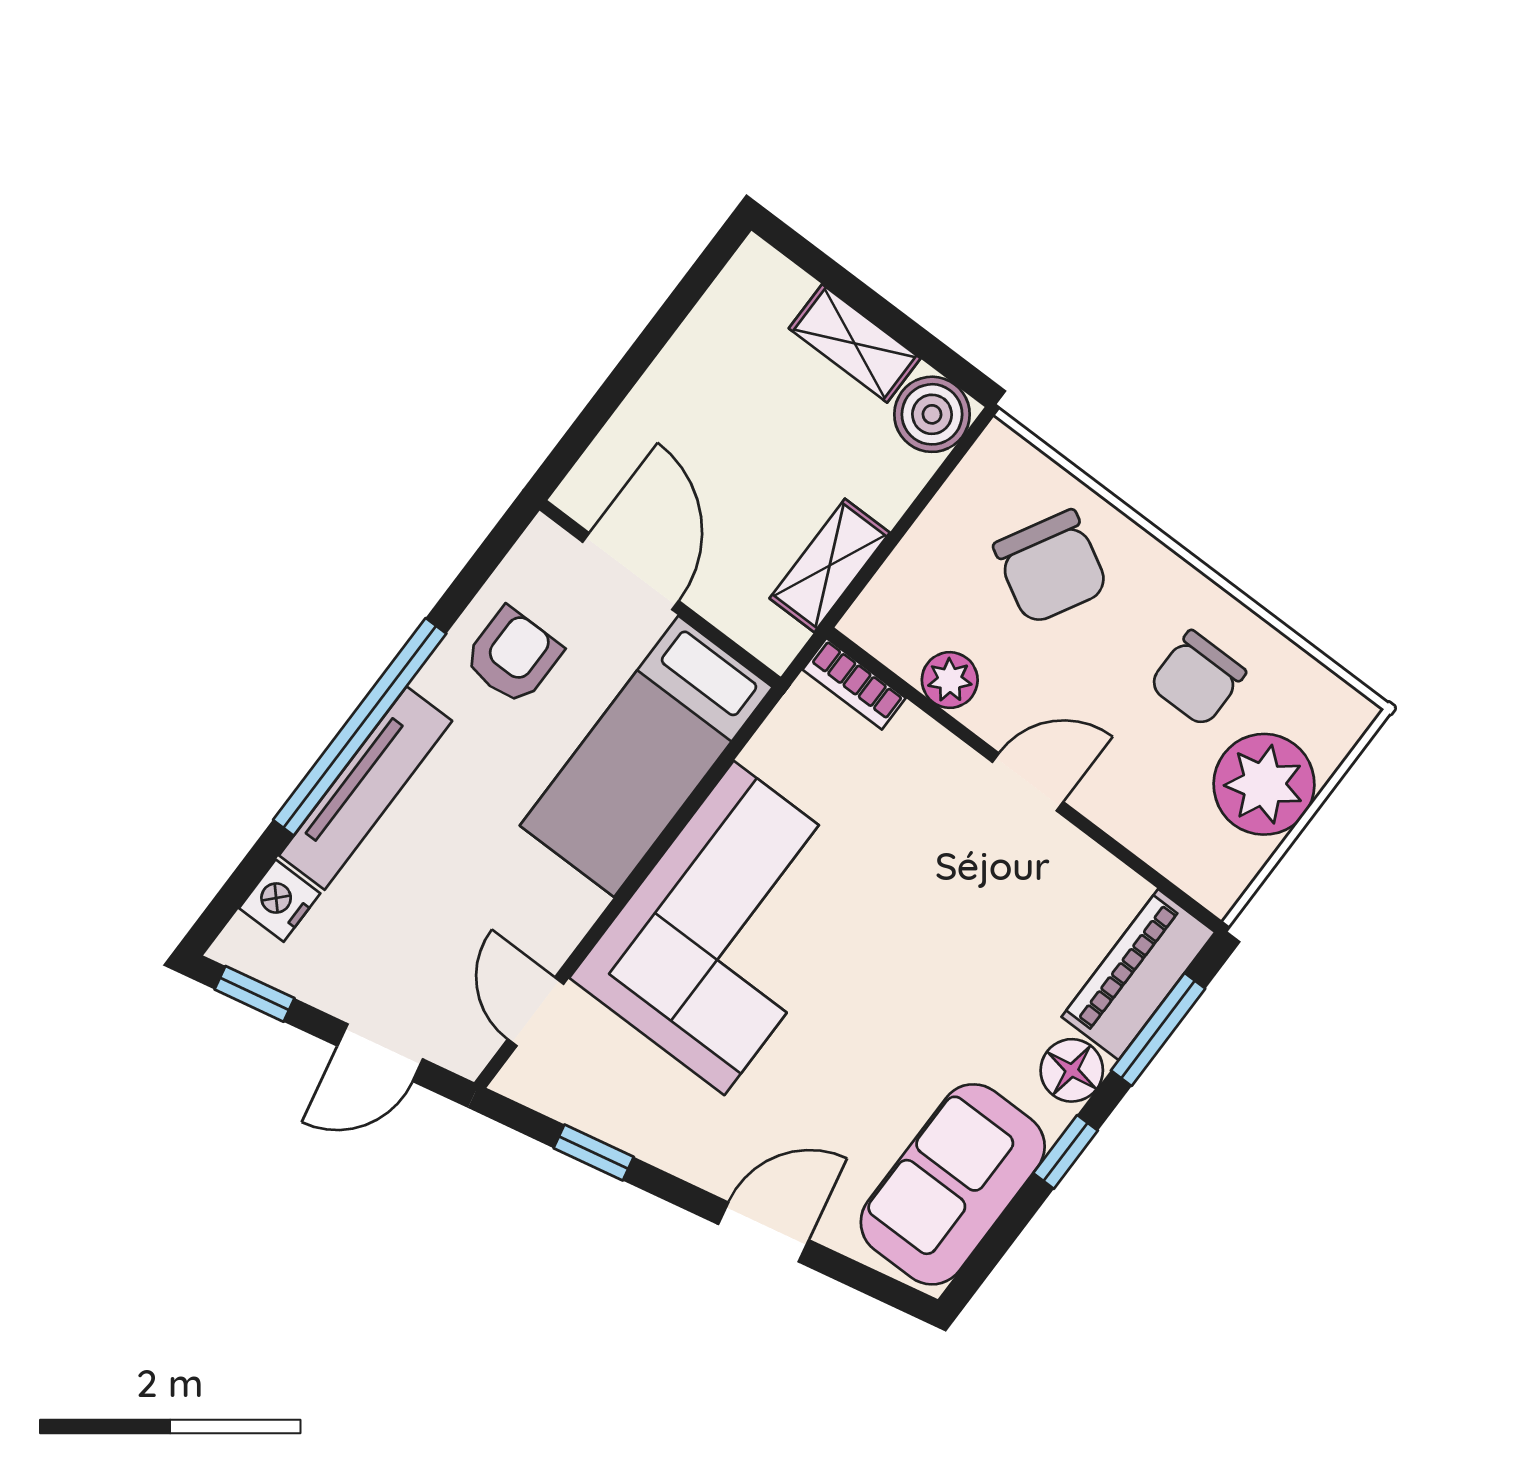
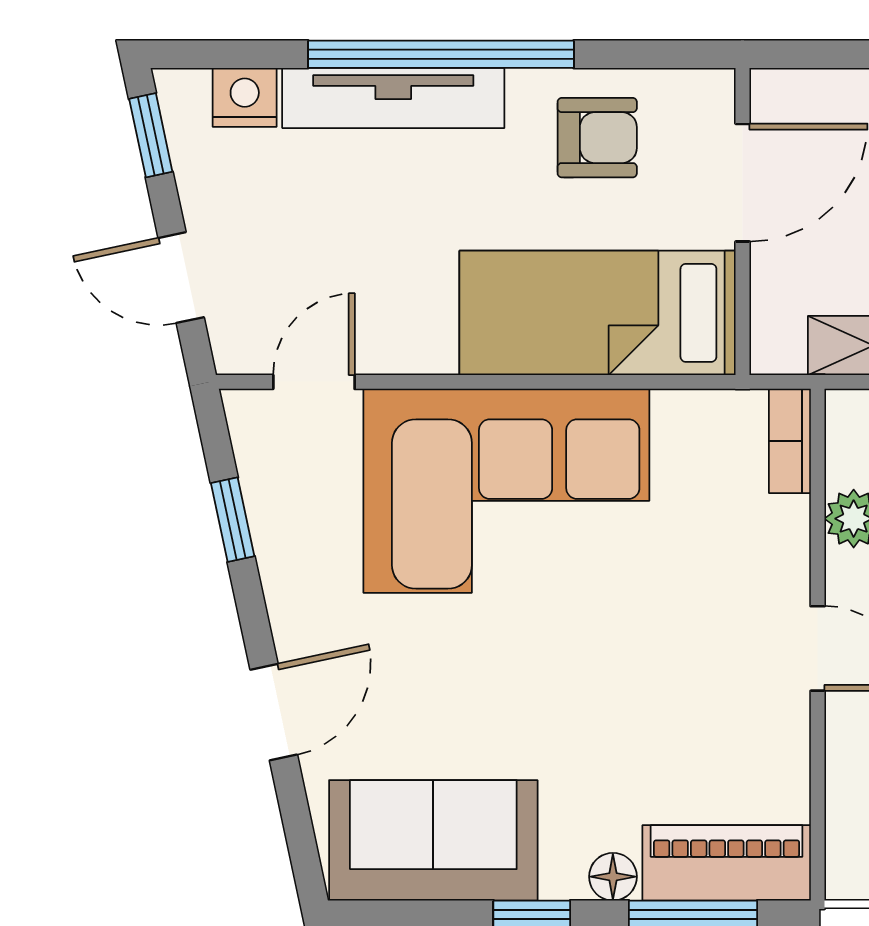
floor lamp: (1072, 1070) -> (613, 877), width x0.73, depth x0.73
door: (764, 1232) -> (274, 712), hinge flipped

